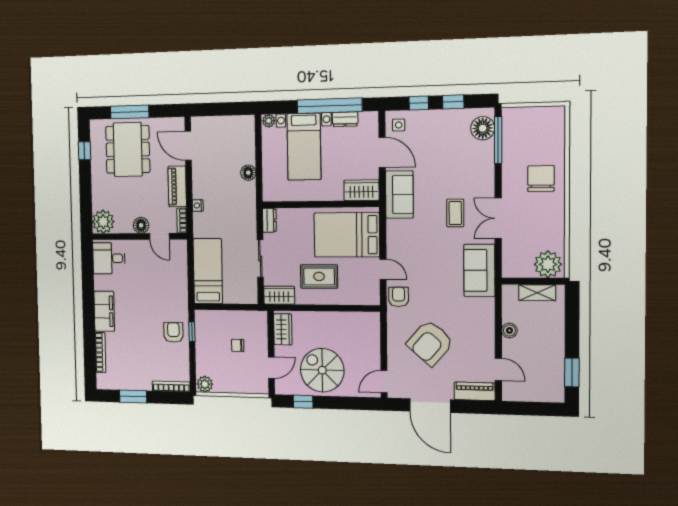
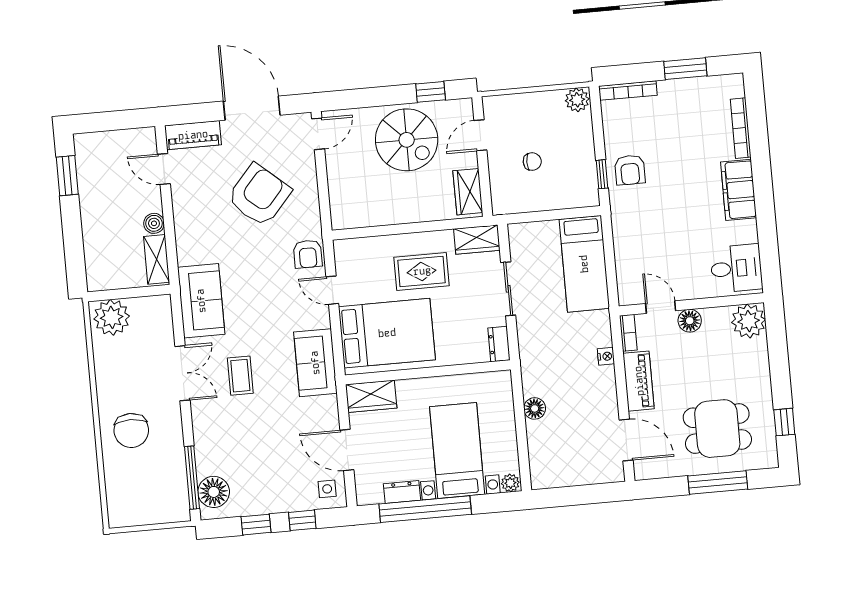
dining table: (128, 149) -> (717, 429), width x0.73
sofa: (399, 195) -> (315, 363), moved
shelving: (537, 293) -> (157, 259), moved, turned 90

